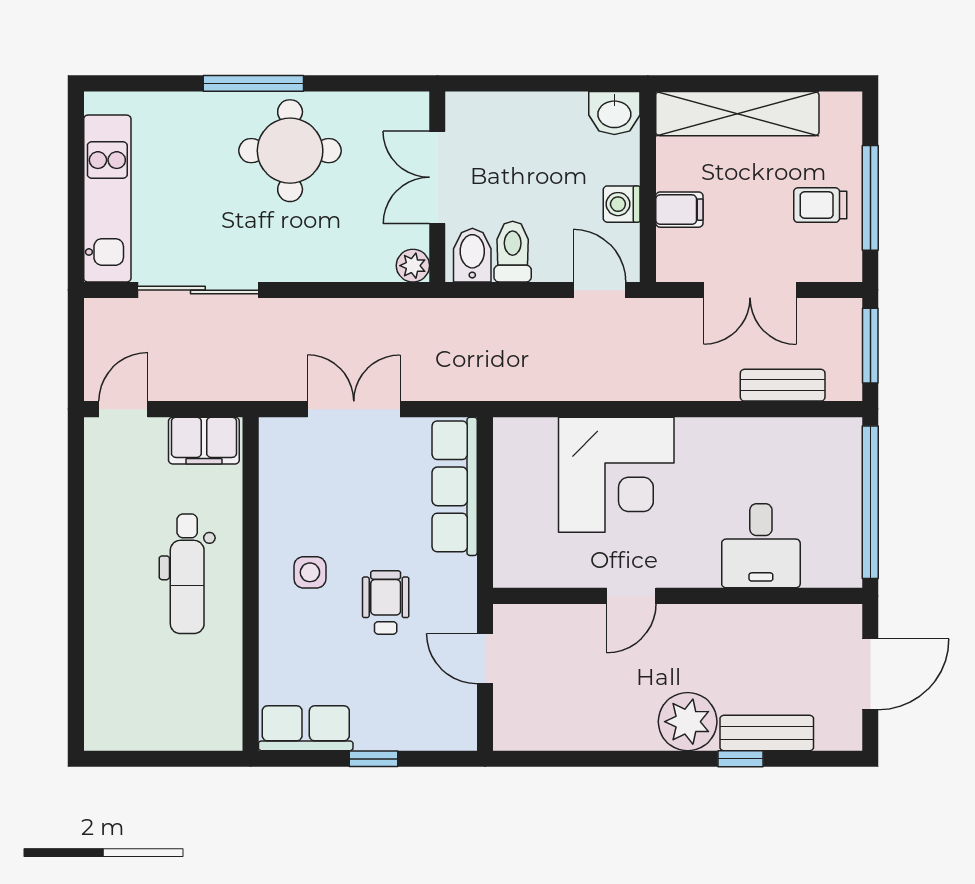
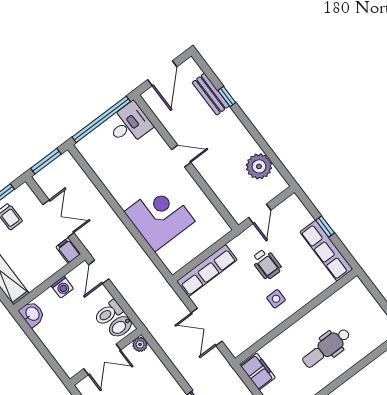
filing cabinet: (679, 210) -> (68, 250), moved
bench: (783, 385) -> (83, 182), removed
desk: (761, 546) -> (129, 124), moved
dental chair: (187, 574) -> (326, 348), moved, turned 180
door: (631, 596) -> (181, 156), moved
wheelchair: (386, 602) -> (266, 264), turned -90
door: (870, 674) -> (162, 73), swing flipped
plant: (688, 722) -> (259, 166), moved
row of seats: (306, 728) -> (326, 251), width x1.48

